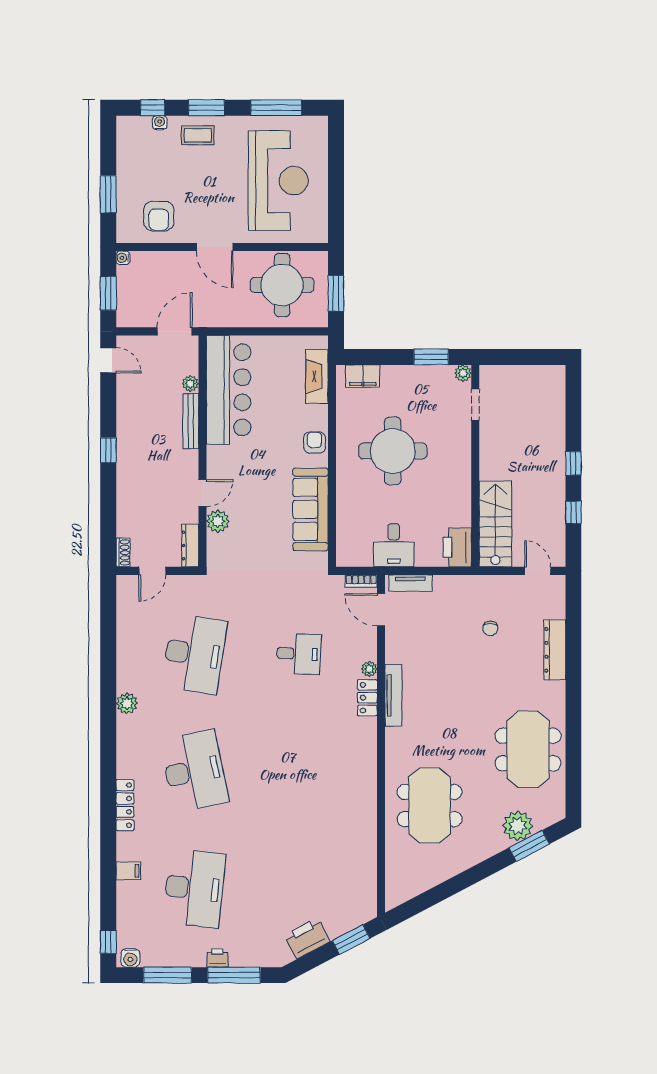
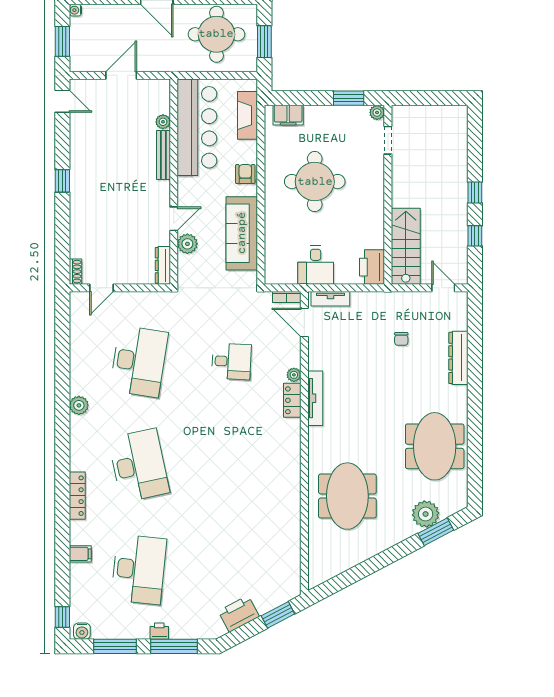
plant: (190, 384) -> (163, 122), moved
bar counter: (229, 390) -> (197, 127), moved
bench: (191, 421) -> (163, 155), moved
wall: (202, 451) -> (174, 182), moved
door: (202, 493) -> (174, 219), moved
plant: (218, 521) -> (187, 244), moved
dresser: (190, 546) -> (163, 265), moved

